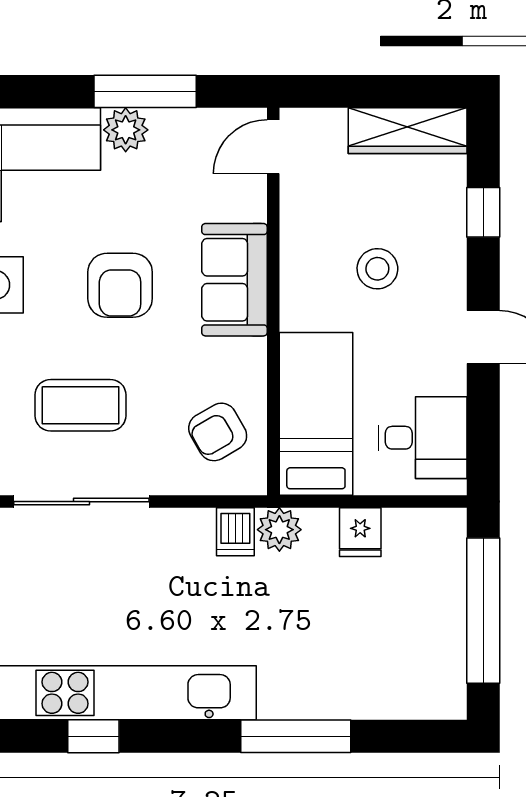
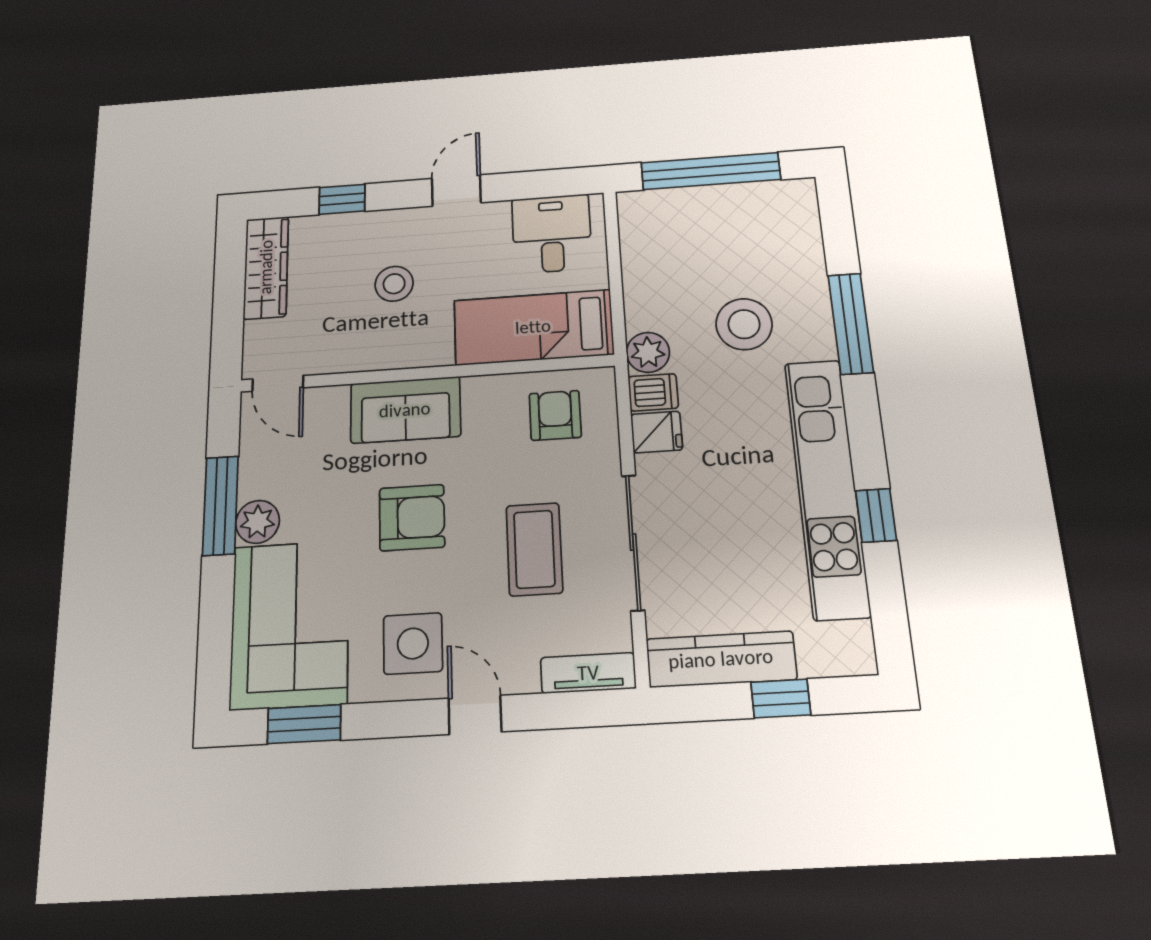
armchair: (218, 432) -> (555, 415), turned -150
fridge: (360, 532) -> (657, 432), moved
stool: (303, 629) -> (744, 324), added

